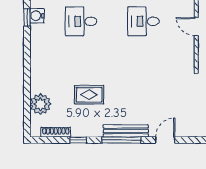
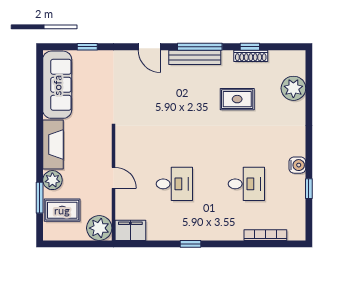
water cooler: (37, 16) -> (297, 165), moved
shoe rack: (56, 132) -> (251, 56), moved
door: (165, 140) -> (149, 47), hinge flipped

